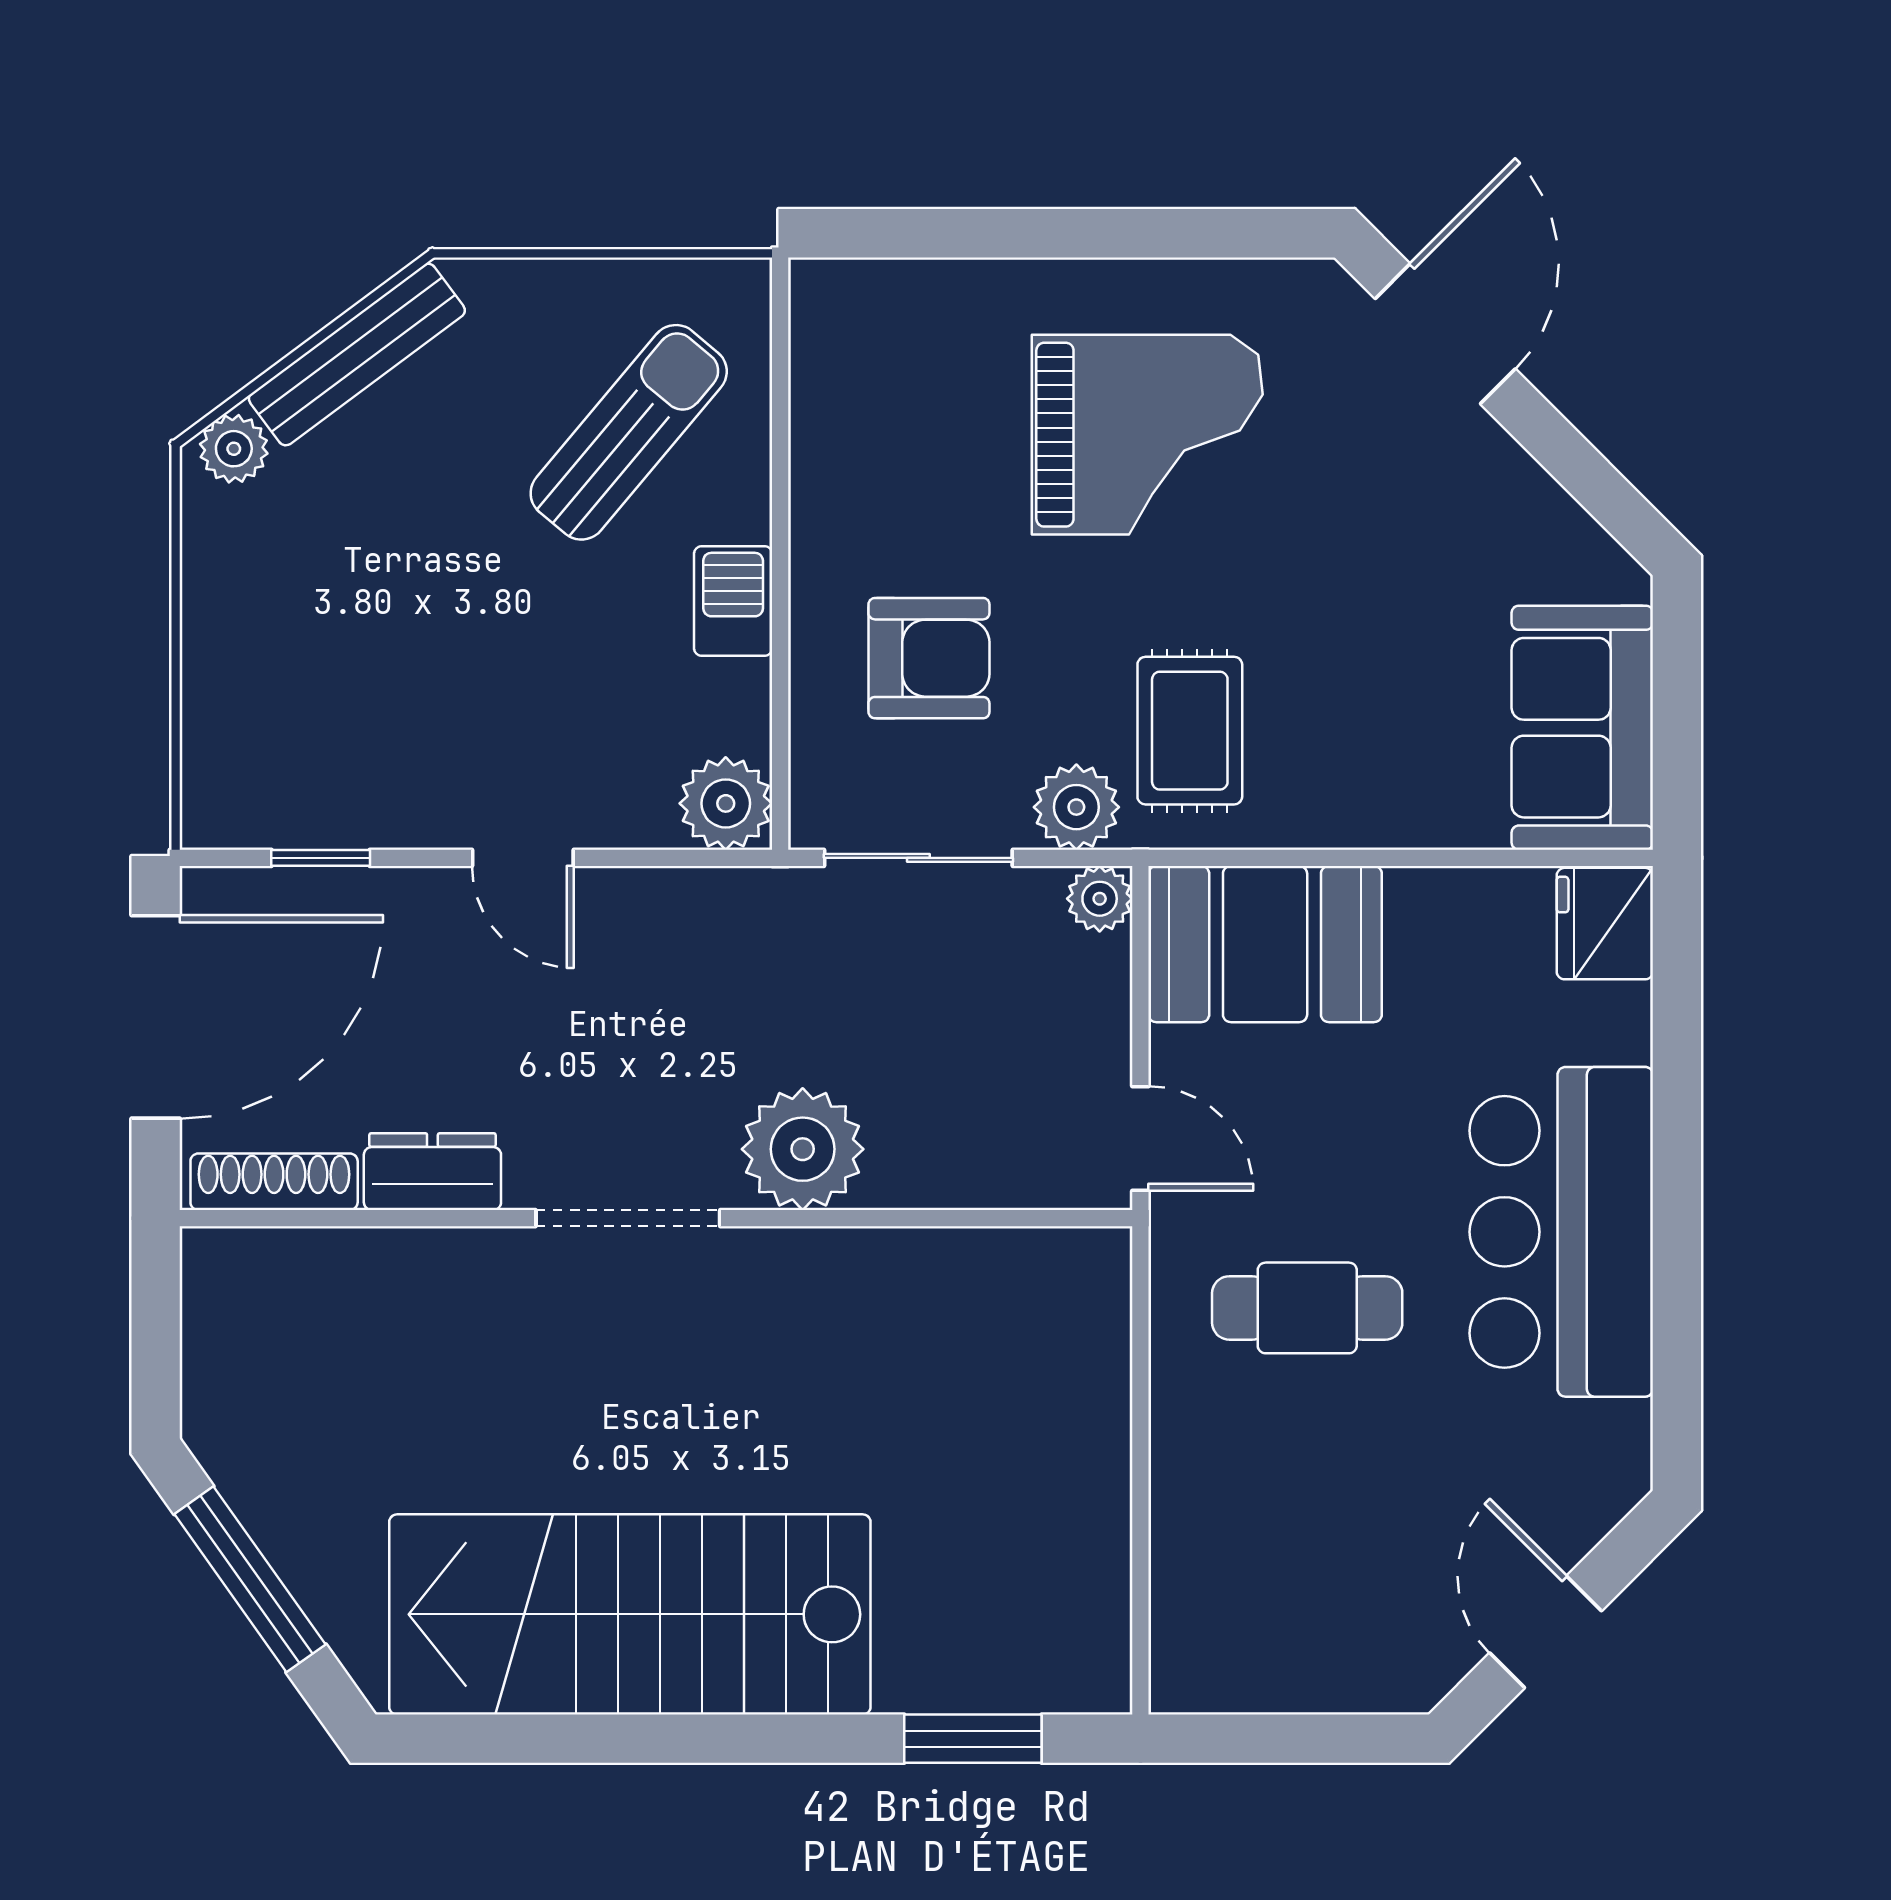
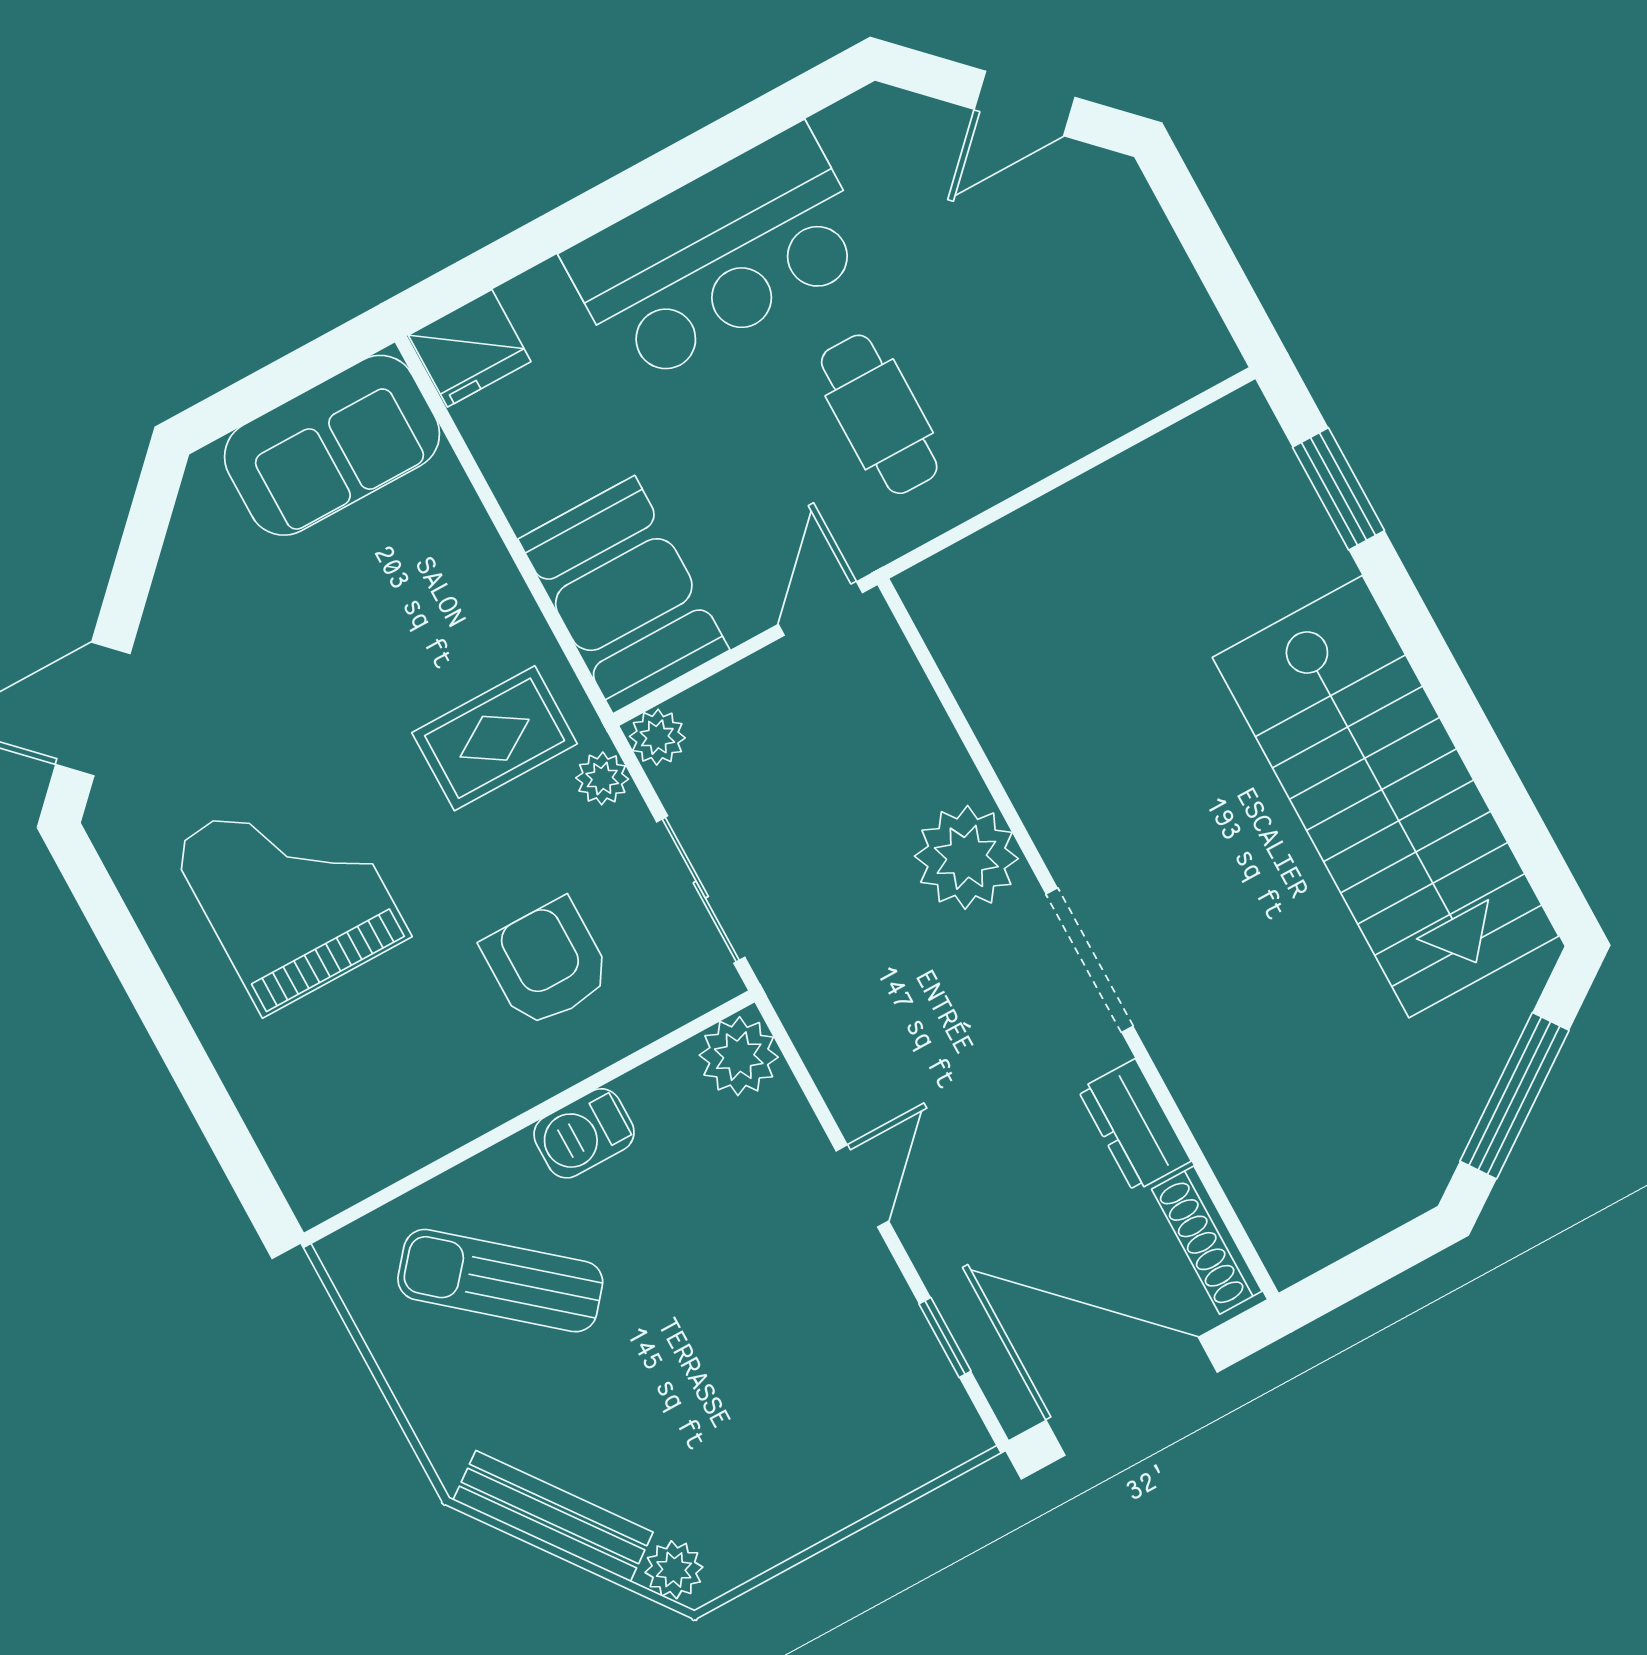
plant: (1076, 807) -> (602, 778), width x0.73, depth x0.73

